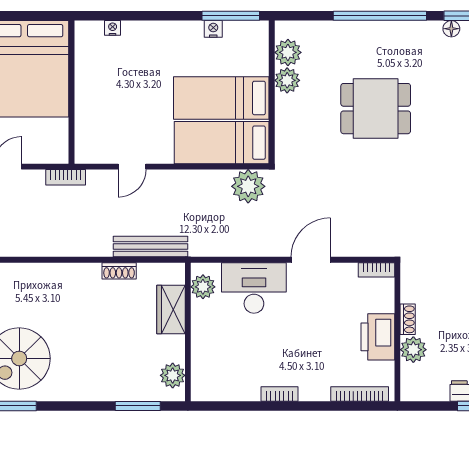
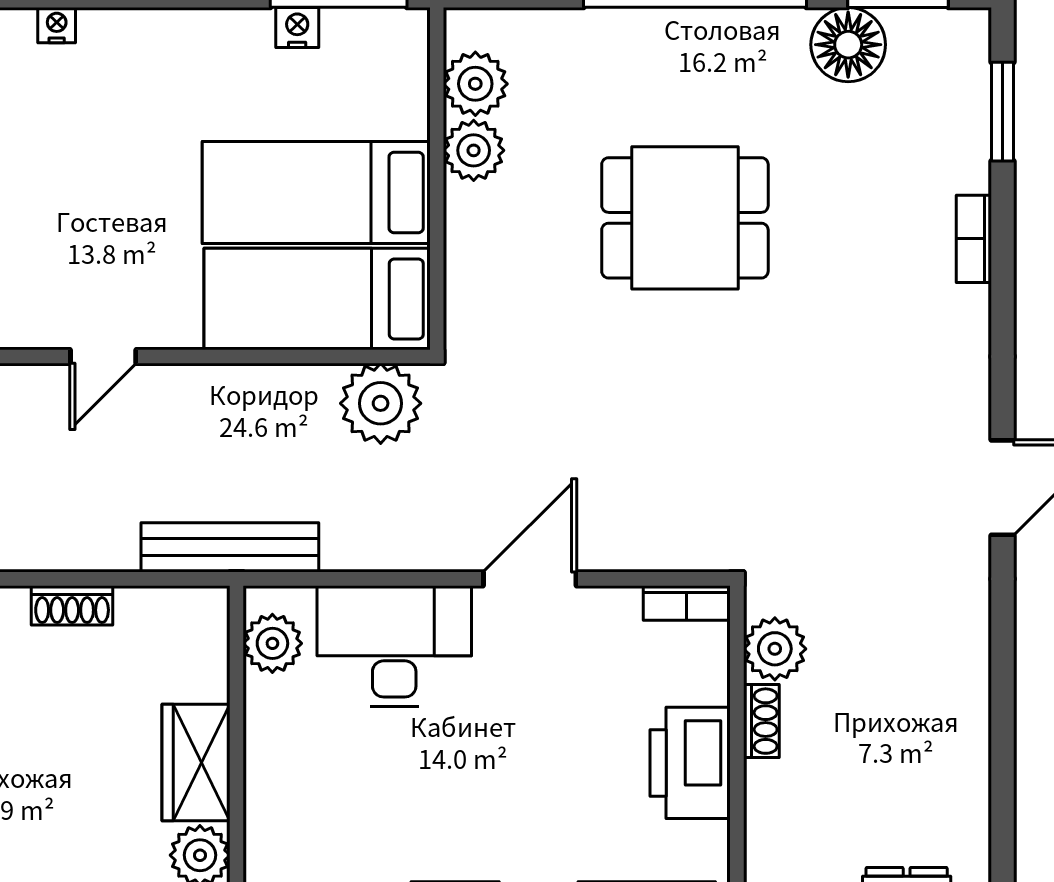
floor lamp: (451, 29) -> (848, 45), width x1.89, depth x1.89
bench: (151, 247) -> (230, 547), moved
wardrobe: (171, 310) -> (196, 762), moved
plant: (413, 350) -> (775, 649), moved

